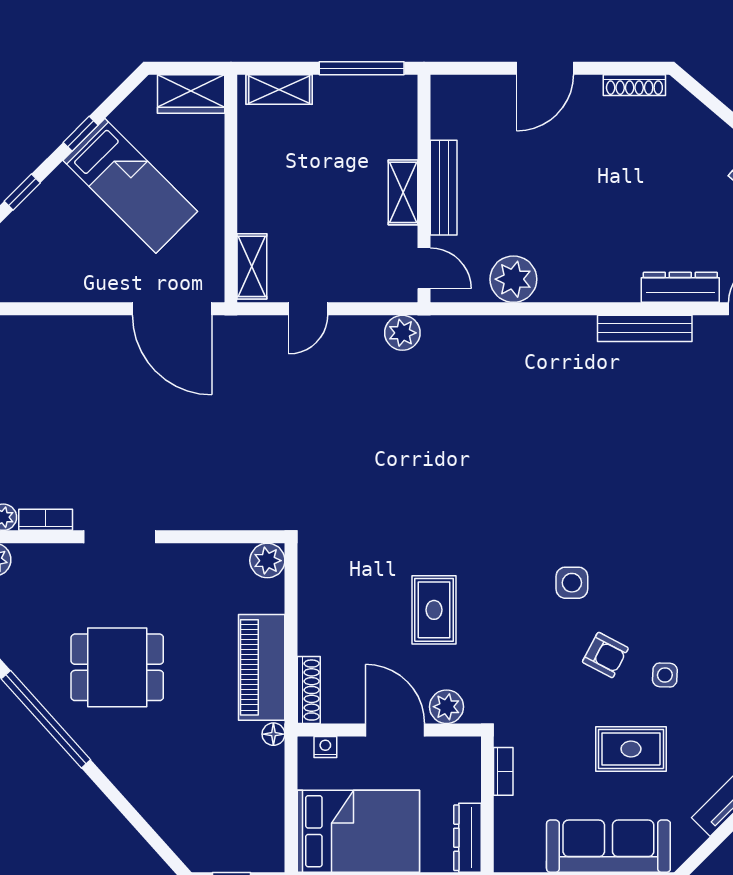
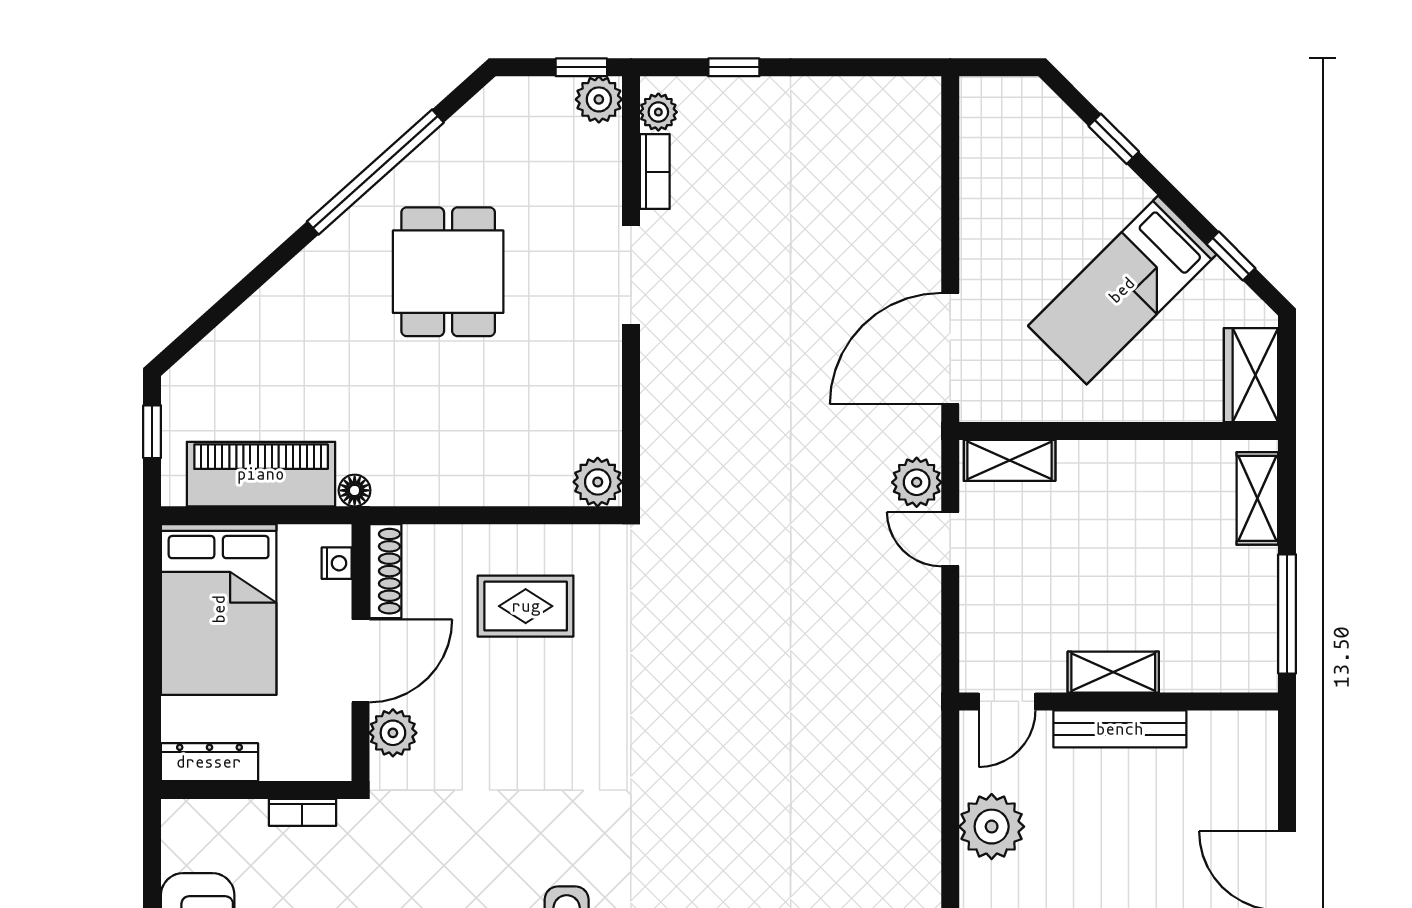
window: (81, 134) -> (1231, 256), moved
plant: (402, 333) -> (917, 482), moved
rug: (434, 610) -> (526, 606), moved
piano: (262, 667) -> (261, 474), moved
shoe rack: (309, 690) -> (385, 571), moved, turned -90

